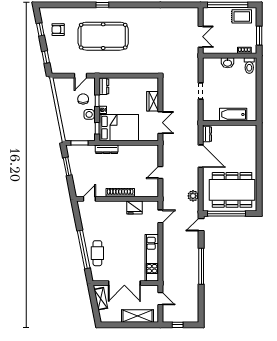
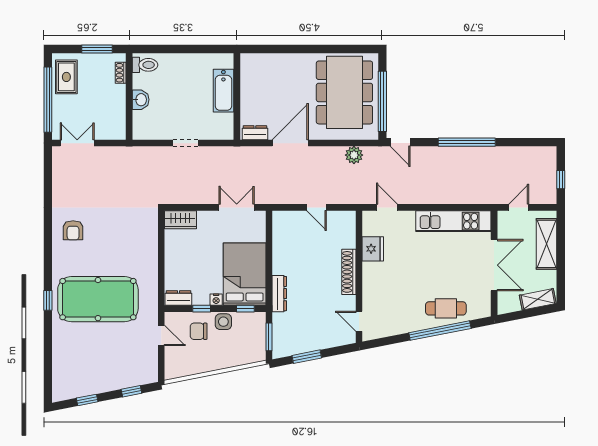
armchair: (58, 30) -> (73, 230), moved
pool table: (103, 36) -> (98, 299), turned 90
double door: (201, 37) -> (77, 143), moved
wardrobe: (153, 101) -> (180, 220), moved
shelving: (101, 299) -> (538, 299), moved

